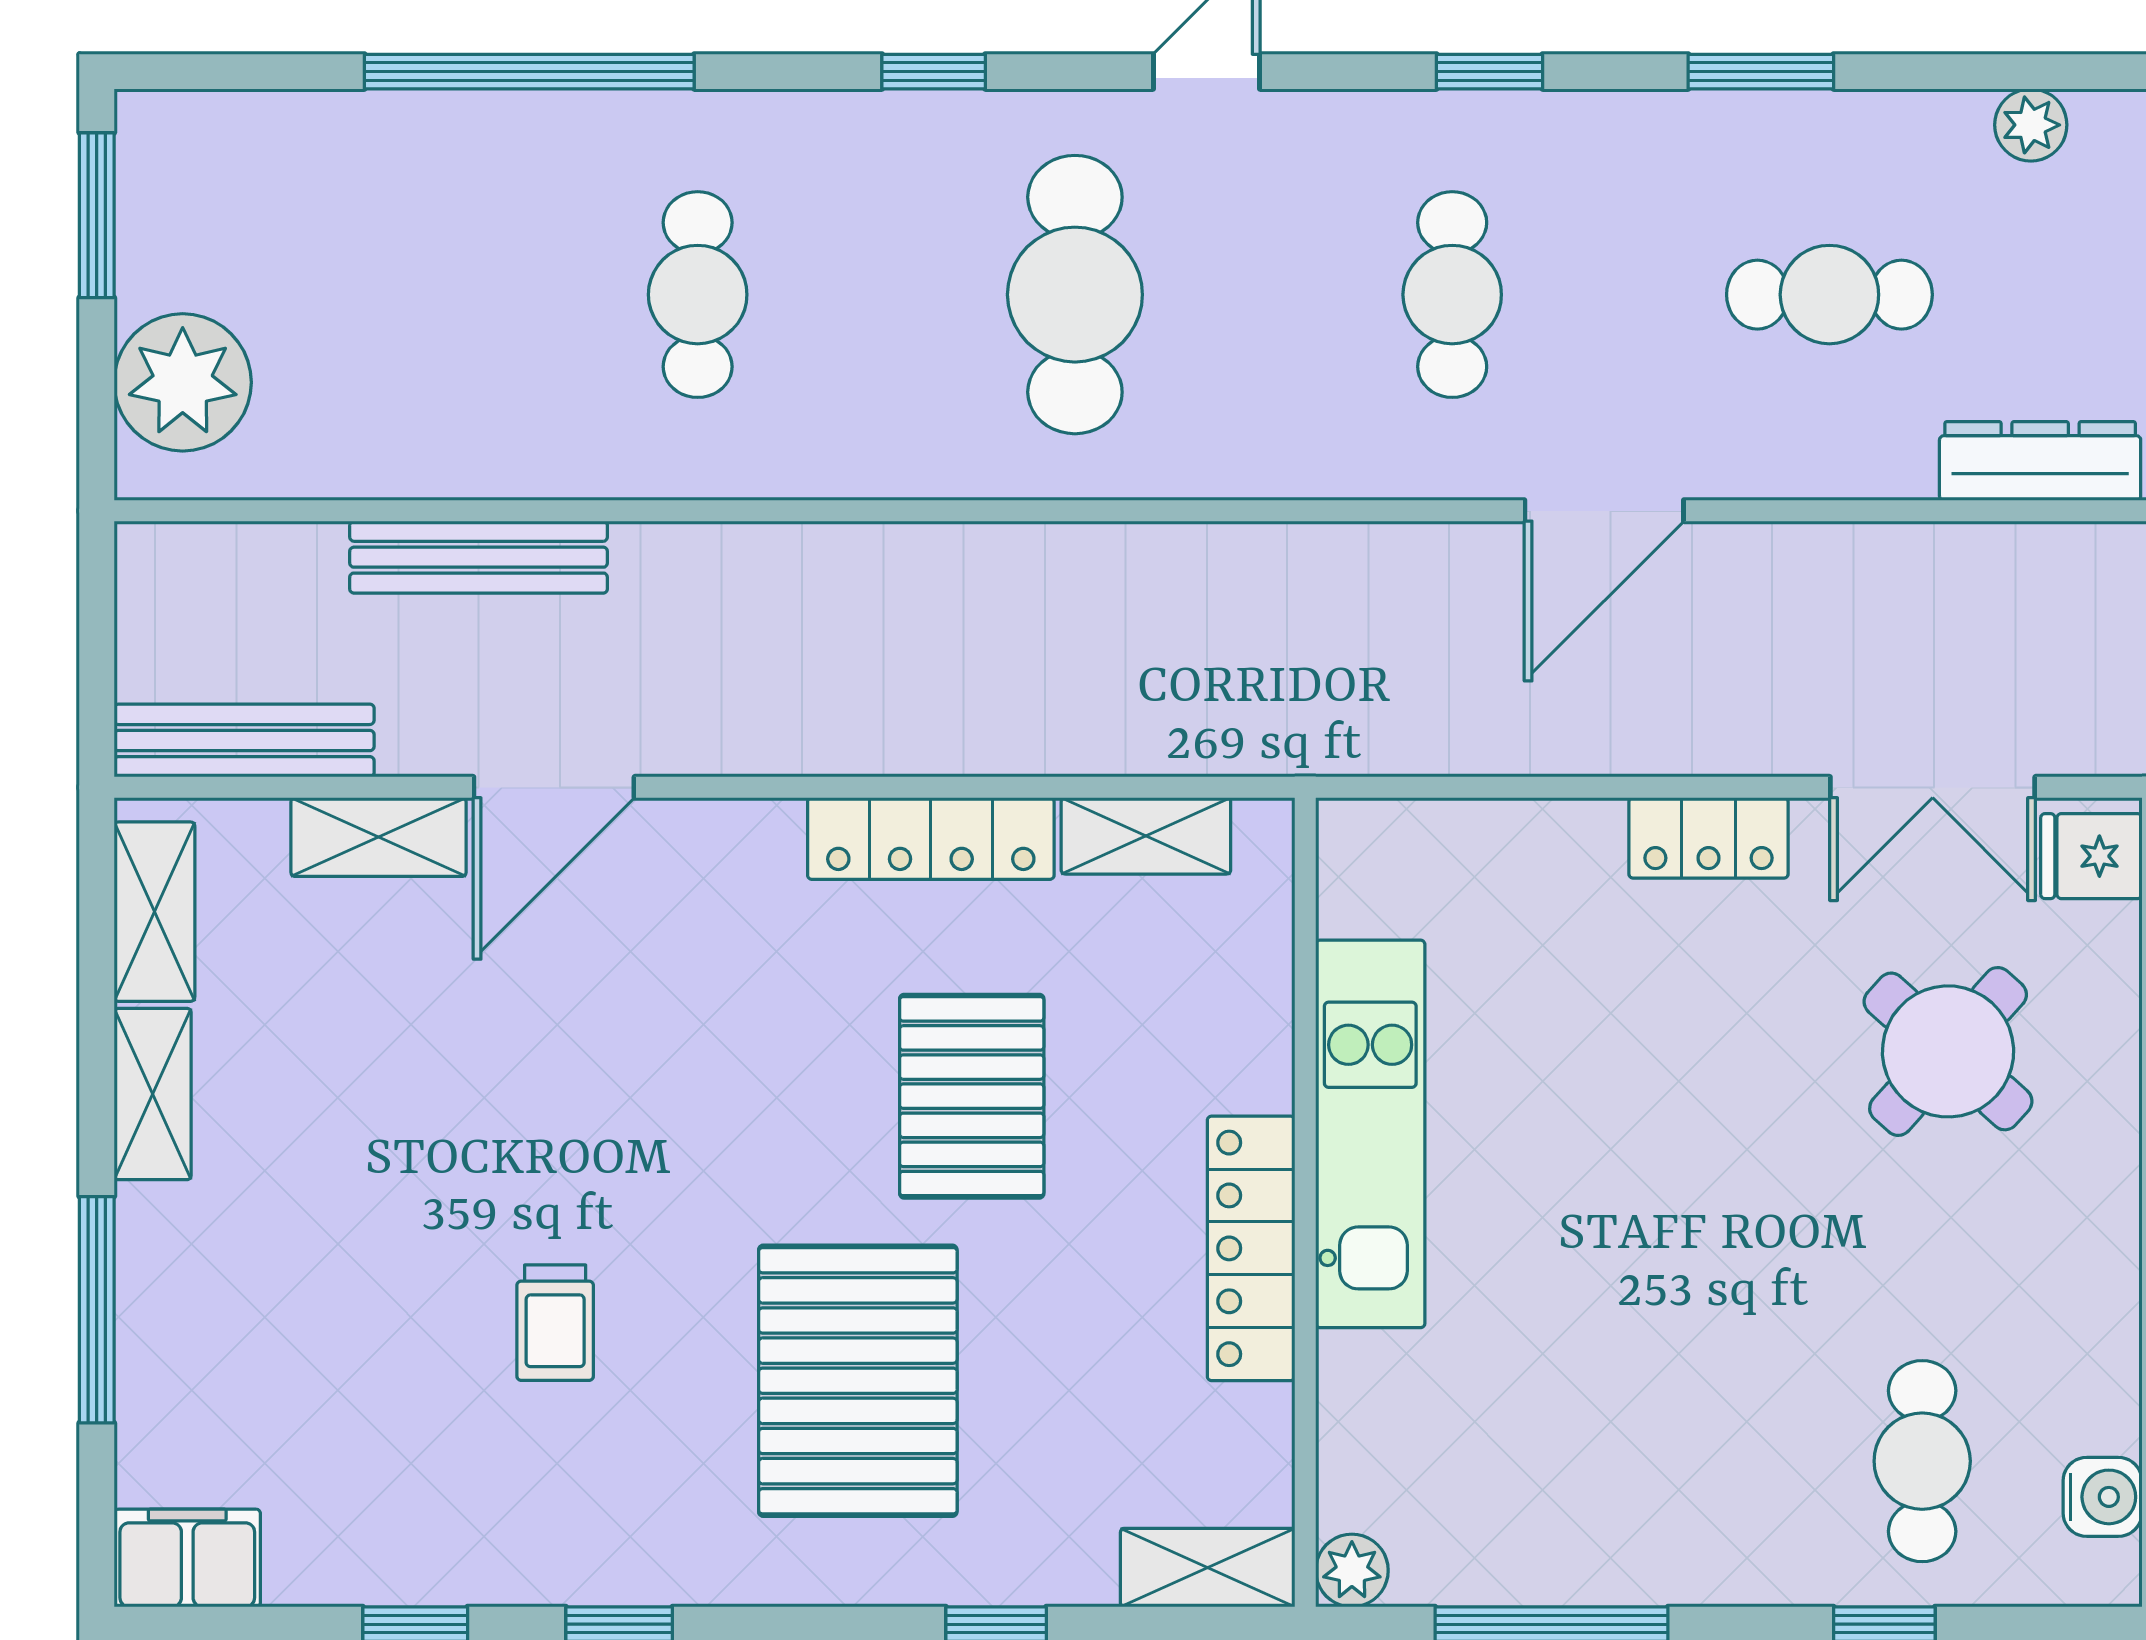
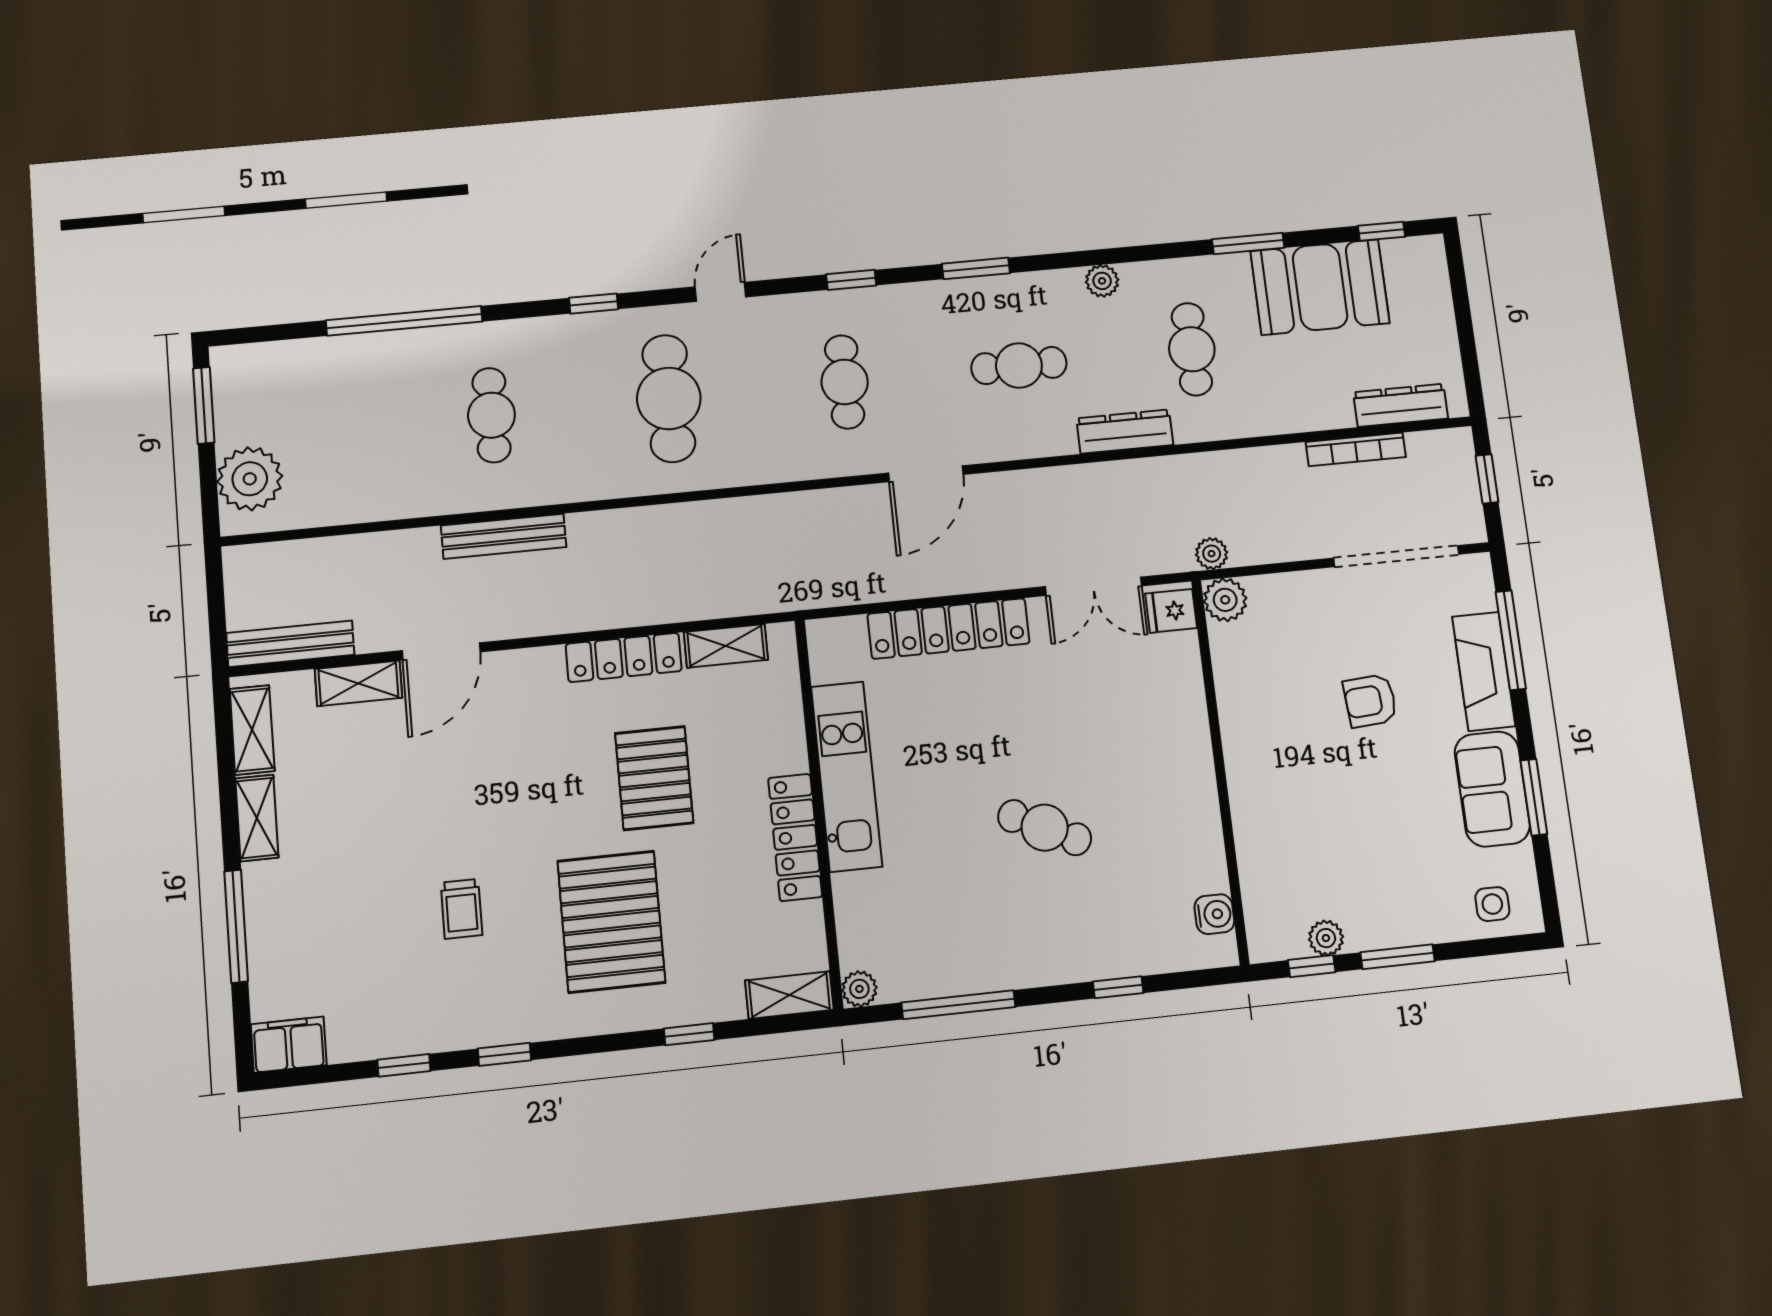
bench: (479, 557) -> (504, 536), moved
locker: (1709, 838) -> (949, 629), width x2.16, depth x1.21
round table: (1948, 1051) -> (1115, 709), removed
cafe table: (1922, 1461) -> (1045, 828), moved, turned -64

